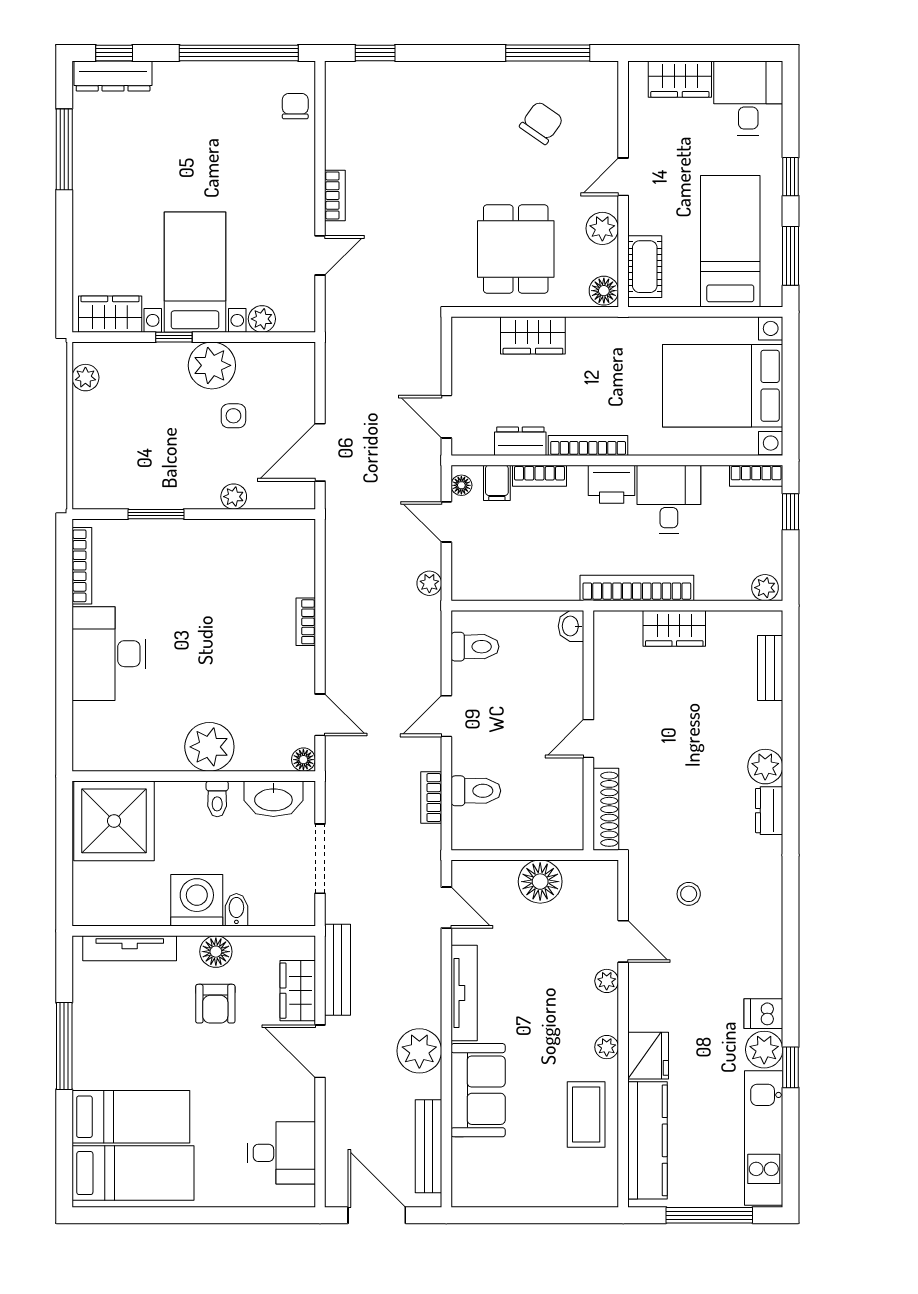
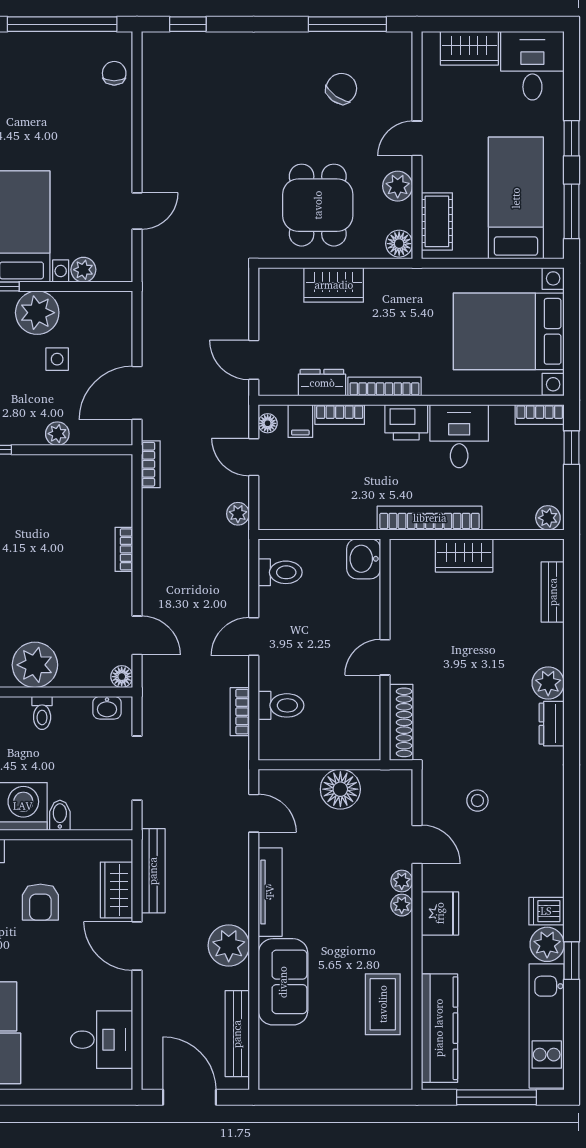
bookcase: (335, 195) -> (151, 464), moved
washbasin: (571, 626) -> (364, 559), width x1.38, depth x1.45
washbasin: (273, 799) -> (107, 708), width x0.52, depth x0.69
floor lamp: (216, 952) -> (41, 854), removed
plant: (607, 1047) -> (402, 905), moved
fridge: (648, 1056) -> (440, 913), moved

